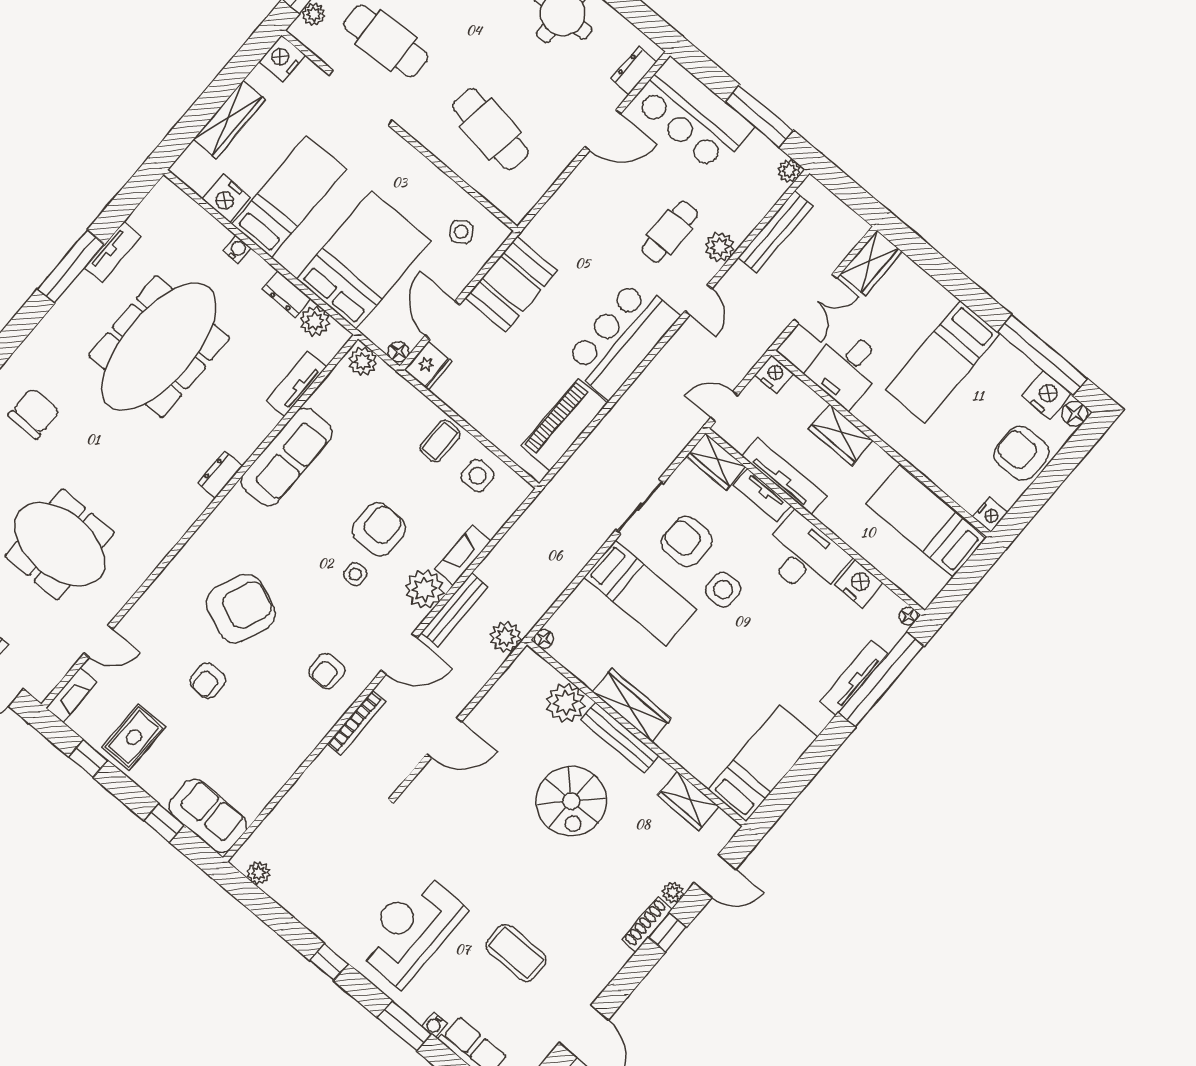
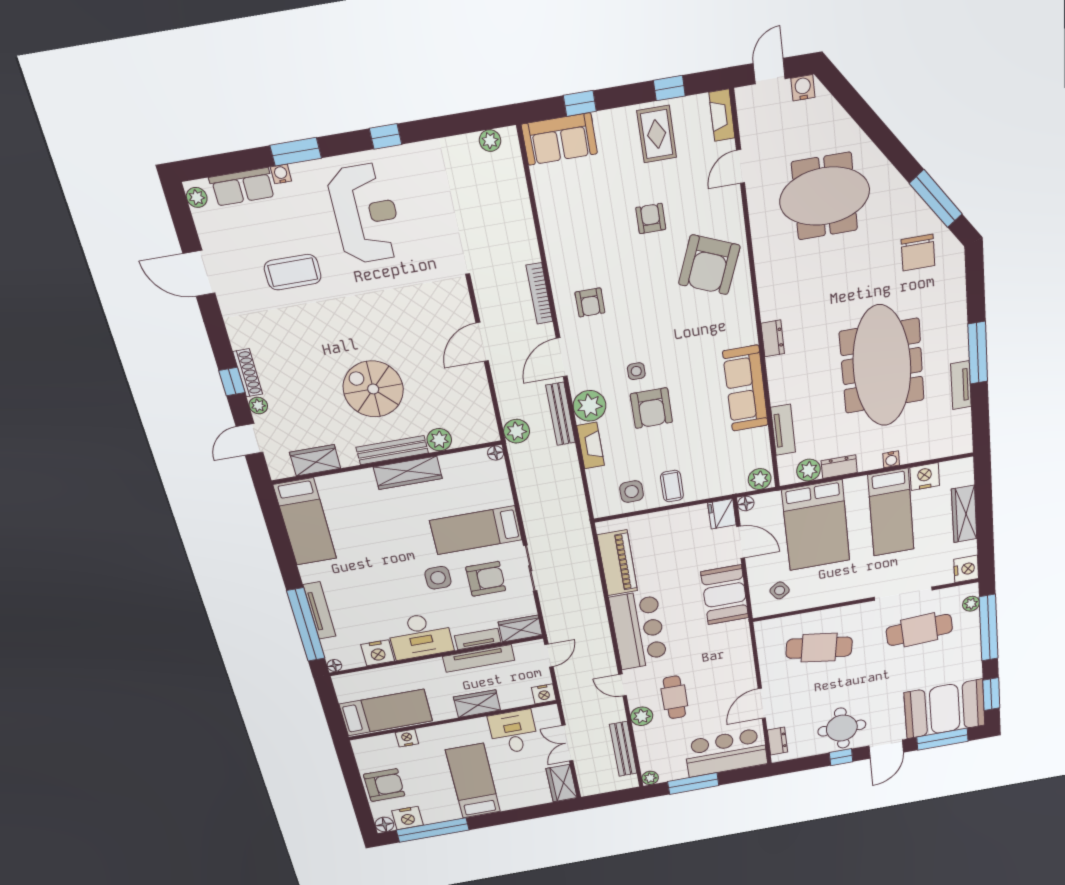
nightstand: (990, 515) -> (407, 738), moved, turned 90
armchair: (241, 608) -> (709, 265), moved
armchair: (327, 671) -> (590, 302), turned 180
plant: (566, 703) -> (439, 440), width x0.73, depth x0.73

